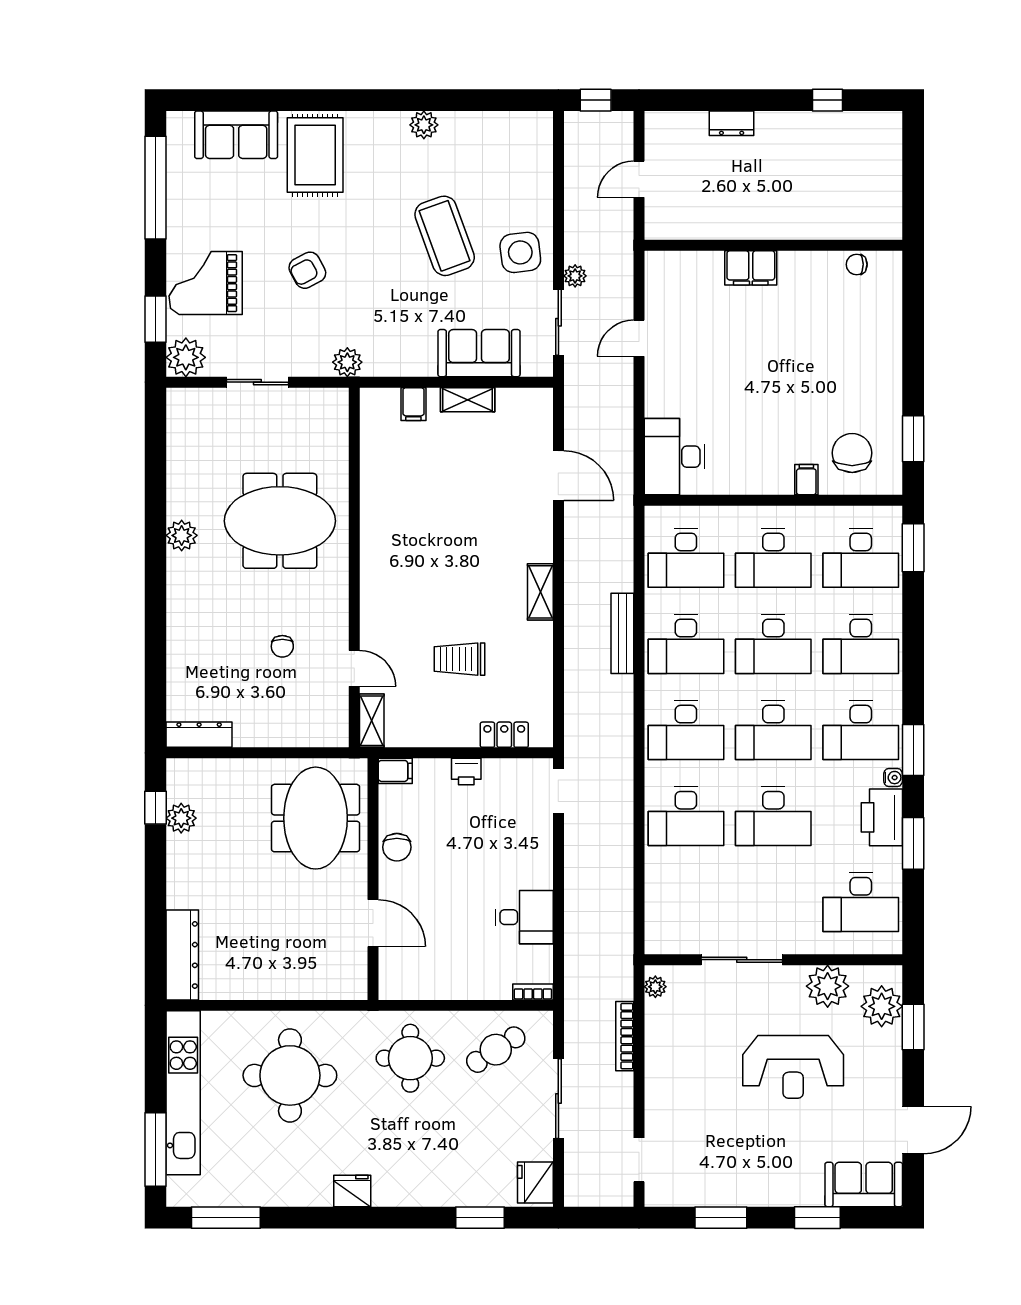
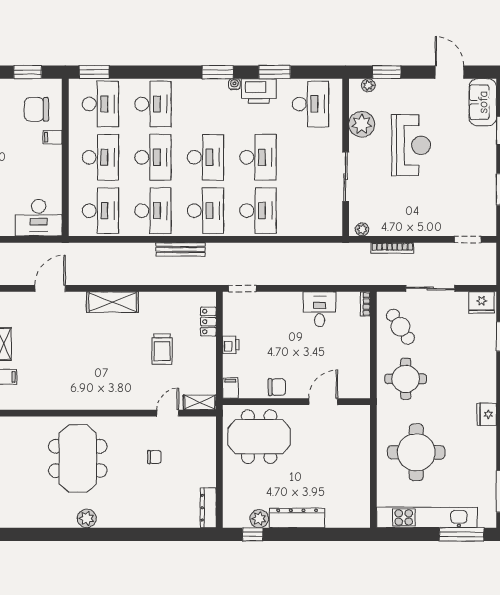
shelving: (540, 592) -> (112, 302), width x1.50, depth x1.33
bench: (622, 633) -> (181, 249), moved
desk: (861, 730) -> (205, 104), removed
dresser: (182, 955) -> (297, 518), moved
plant: (882, 1006) -> (368, 85), width x0.53, depth x0.53

